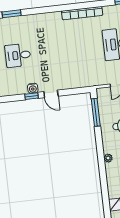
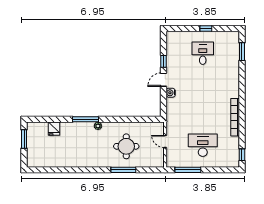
water cooler: (33, 88) -> (171, 93), moved
window: (96, 112) -> (85, 119), moved

